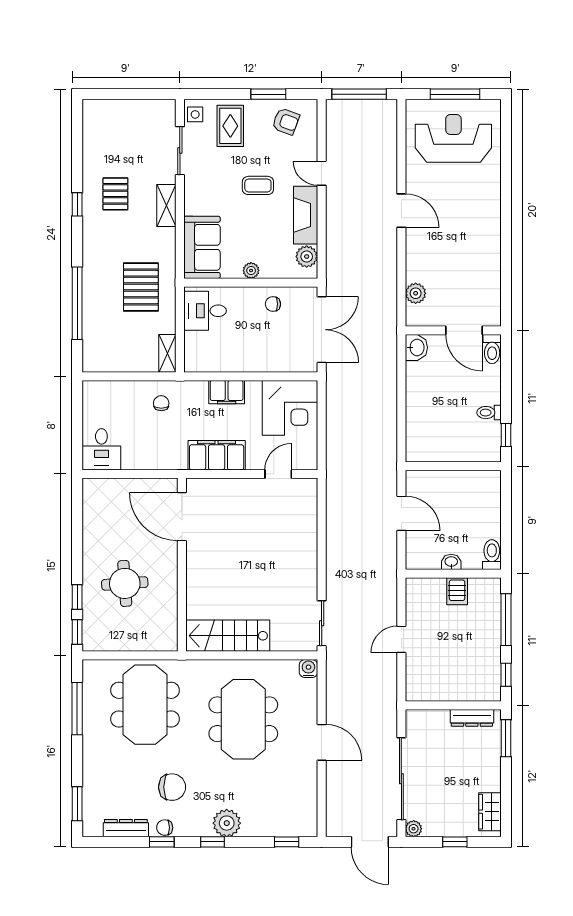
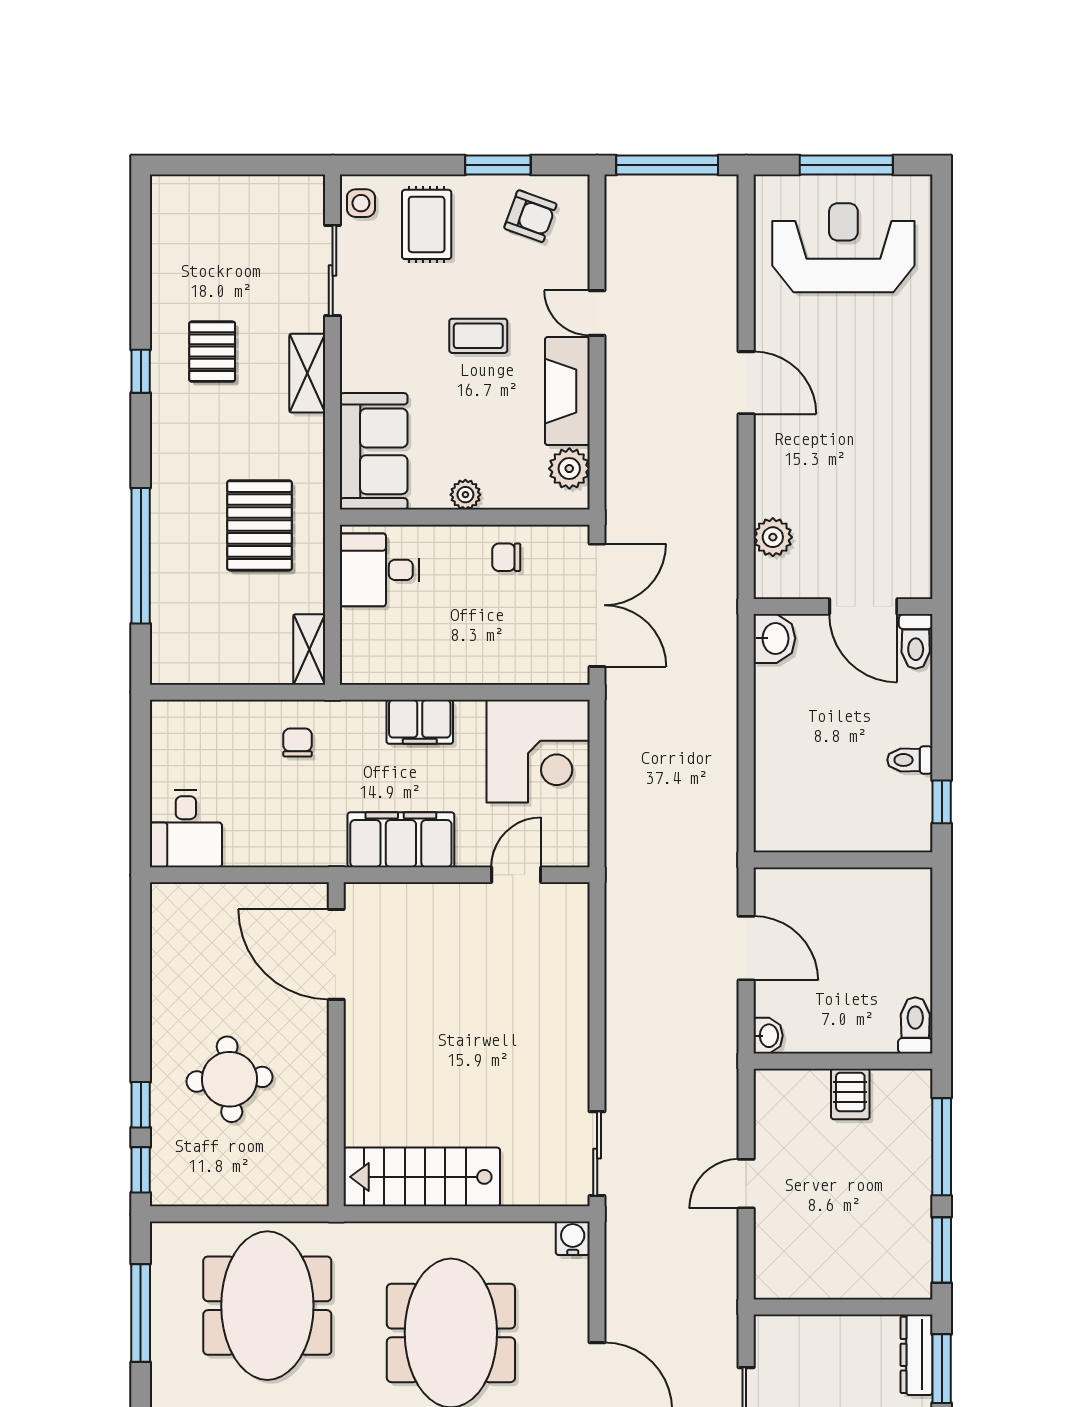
washbasin: (451, 562) -> (768, 1036), moved, turned 90
window: (506, 675) -> (942, 1250), width x1.50
dresser: (472, 718) -> (917, 1355), moved, turned 90

